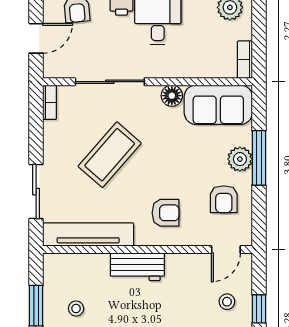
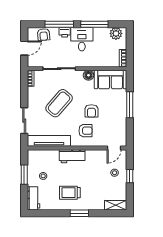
plant: (240, 159) -> (121, 105), removed
armchair: (224, 199) -> (91, 111), moved

